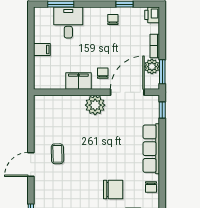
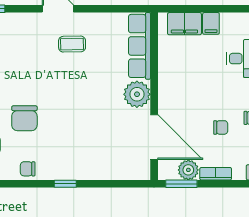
chair: (103, 73) -> (221, 127), moved
filing cabinet: (78, 81) -> (184, 24), moved, turned 90
window: (162, 110) -> (65, 184), moved
row of seats: (151, 149) -> (140, 46), moved, turned -90

